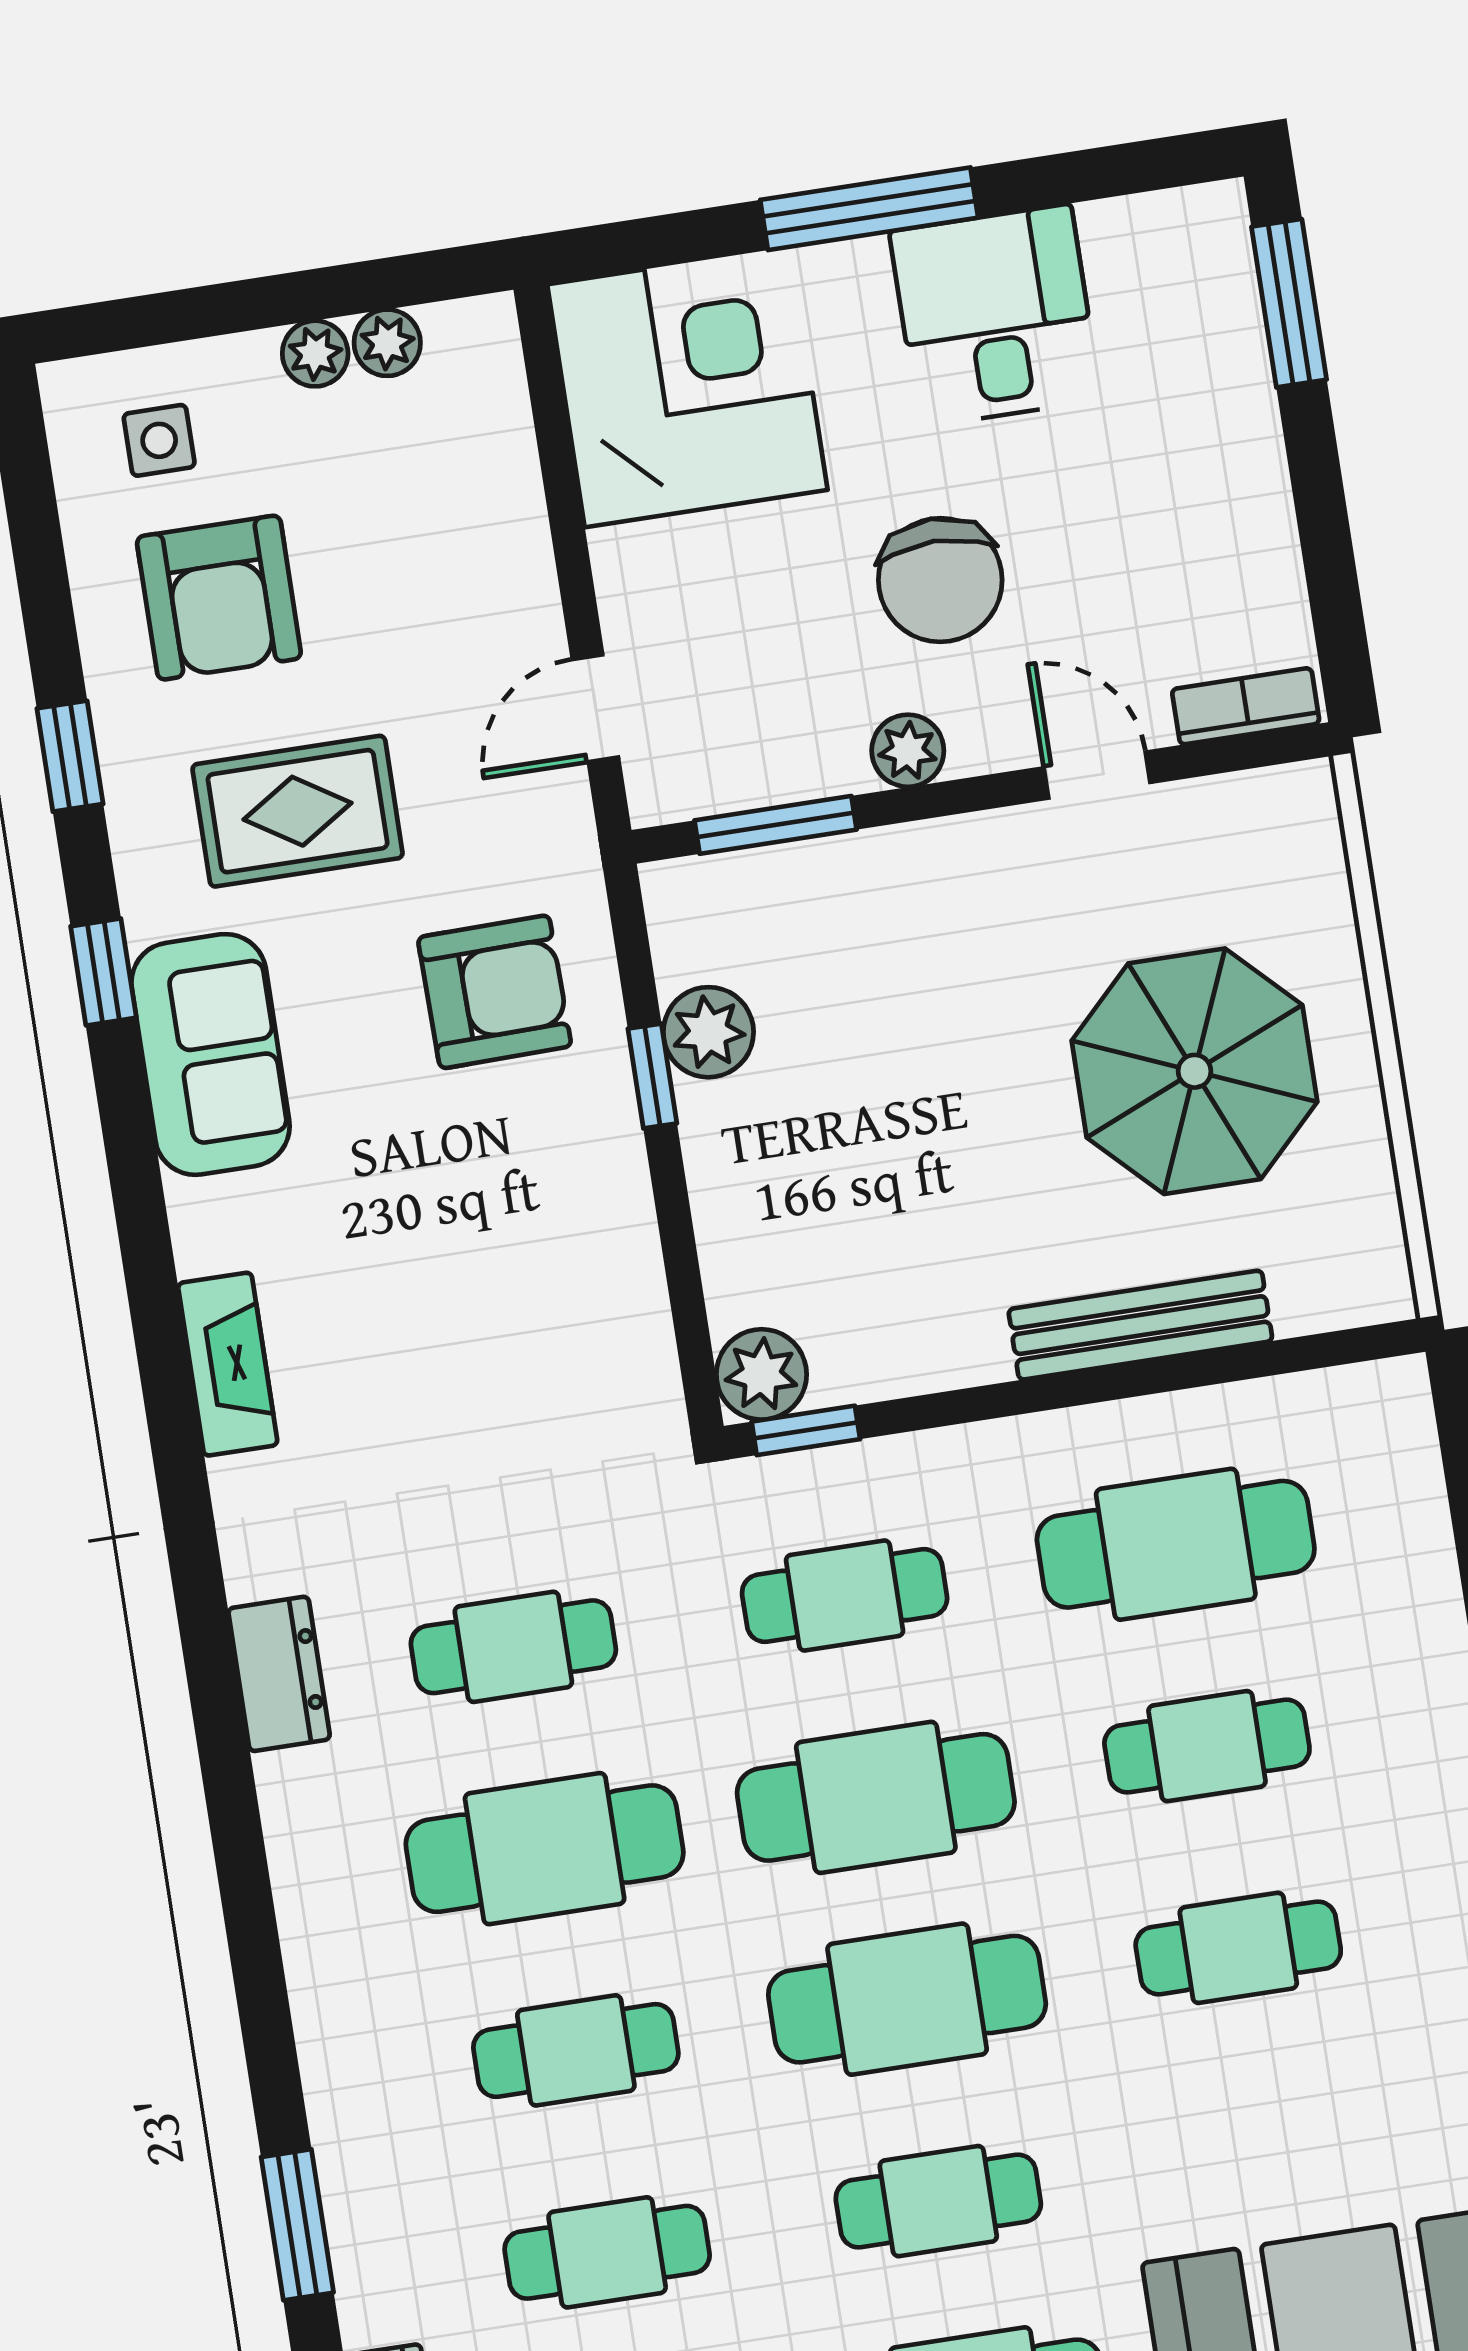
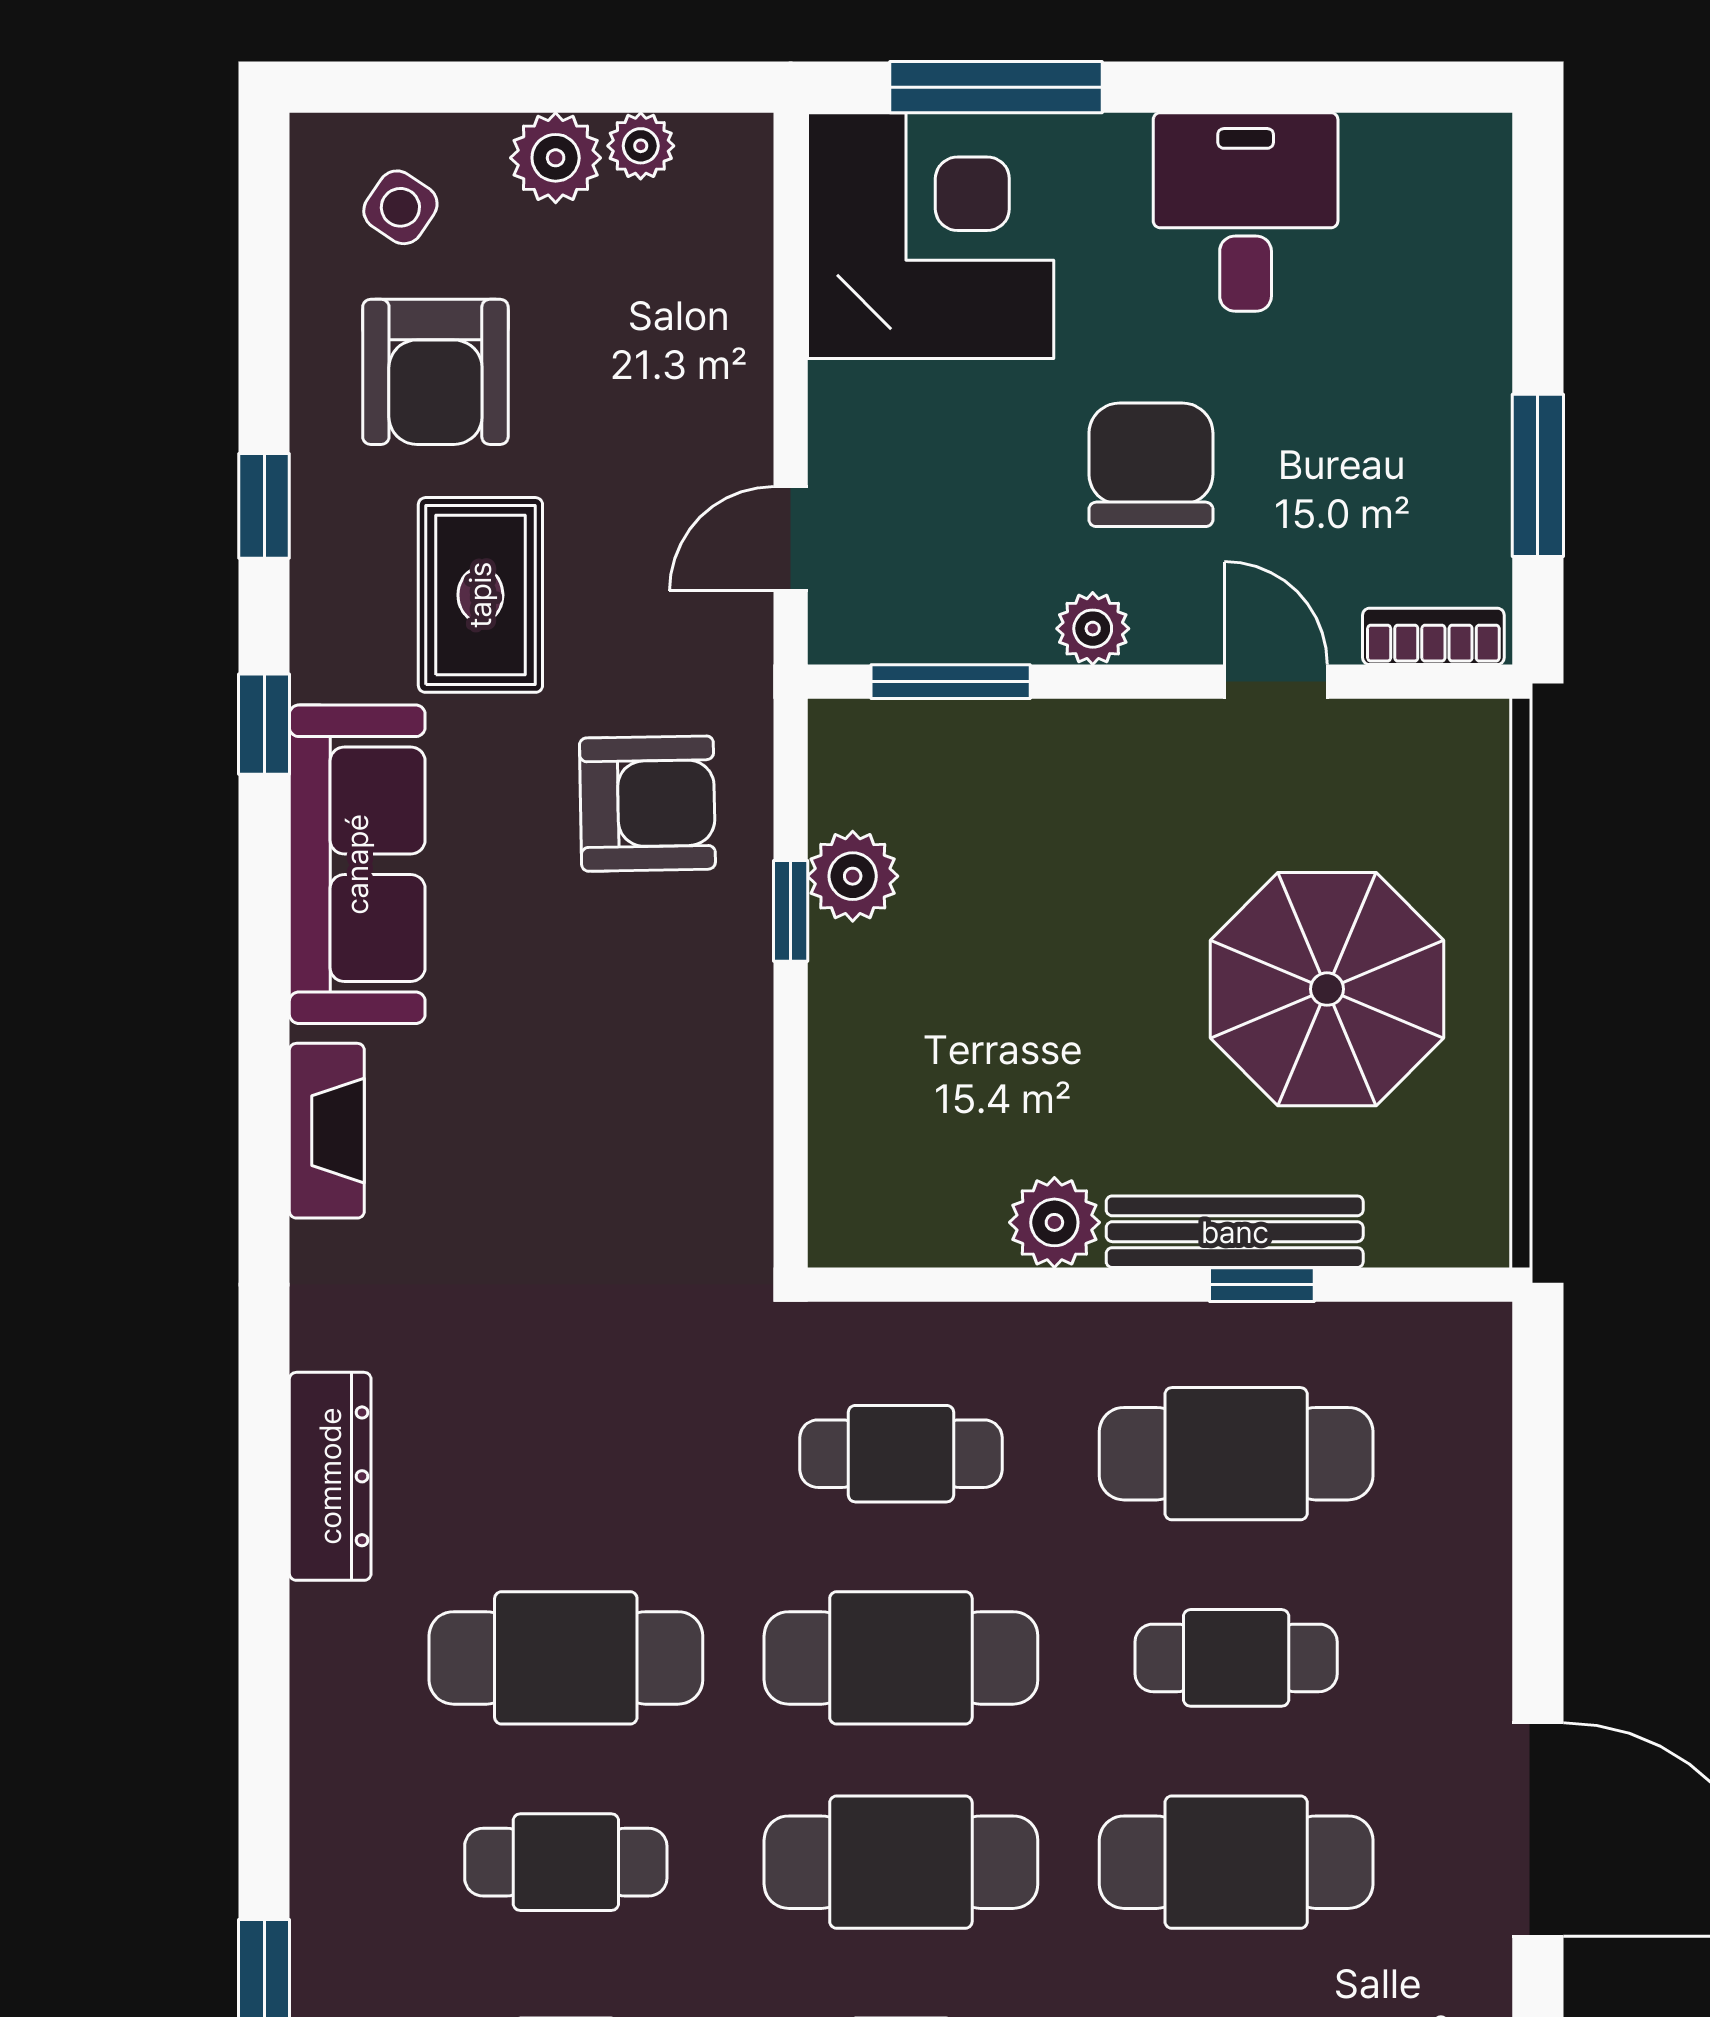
window: (869, 209) -> (996, 87), moved
window: (1289, 303) -> (1538, 475), moved
plant: (315, 354) -> (556, 158), width x1.38, depth x1.38
side table: (159, 440) -> (400, 207), turned 34
chair: (940, 580) -> (1151, 465), turned 180
rug: (298, 811) -> (480, 595), turned 90
sofa: (211, 1054) -> (357, 864), width x1.36
plant: (761, 1374) -> (1054, 1222), moved
window: (806, 1430) -> (1262, 1285), moved
cafe table: (513, 1647) -> (566, 1454), removed
dresser: (279, 1674) -> (330, 1476), width x1.44
cafe table: (1238, 1948) -> (1236, 1862), width x1.37, depth x1.35

